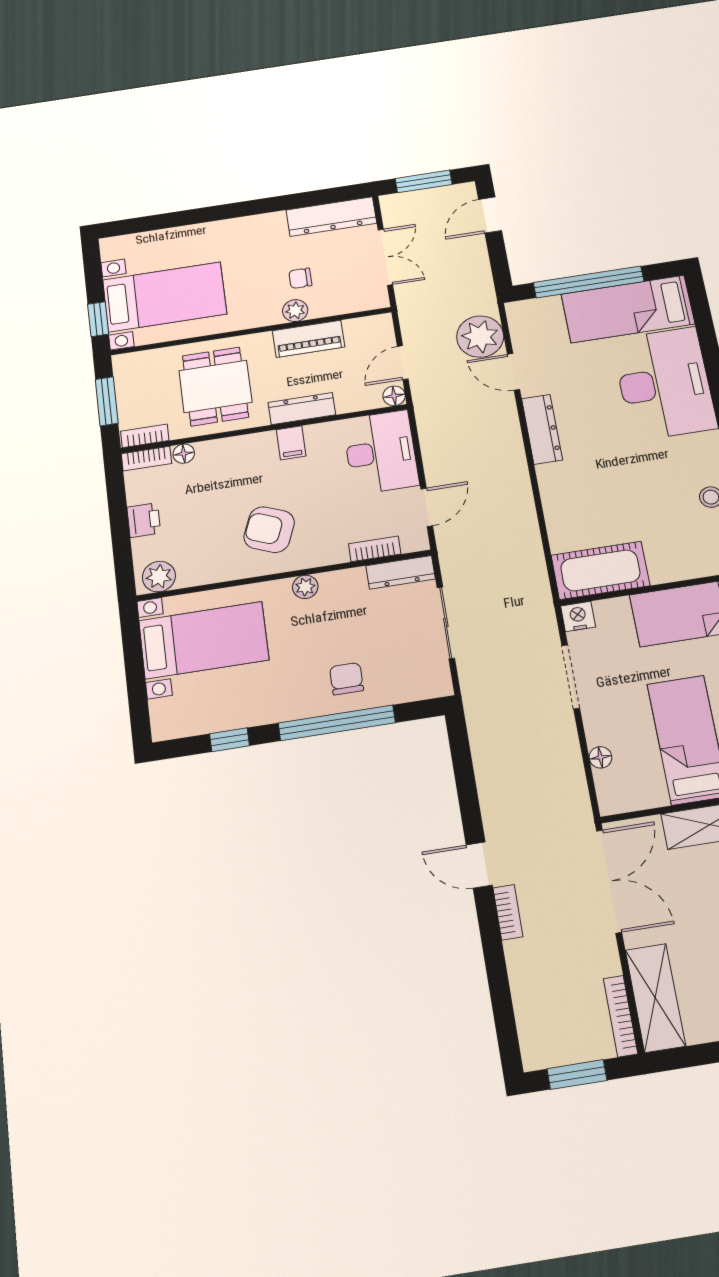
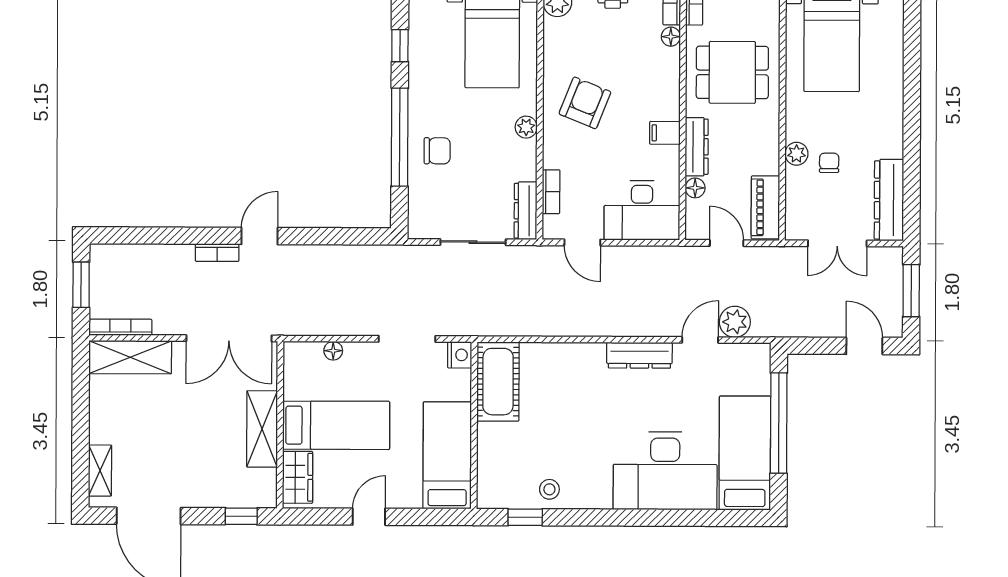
plant: (480, 337) -> (735, 322), width x0.73, depth x0.73
piano: (309, 339) -> (765, 207), moved
floor lamp: (394, 396) -> (695, 188), moved

